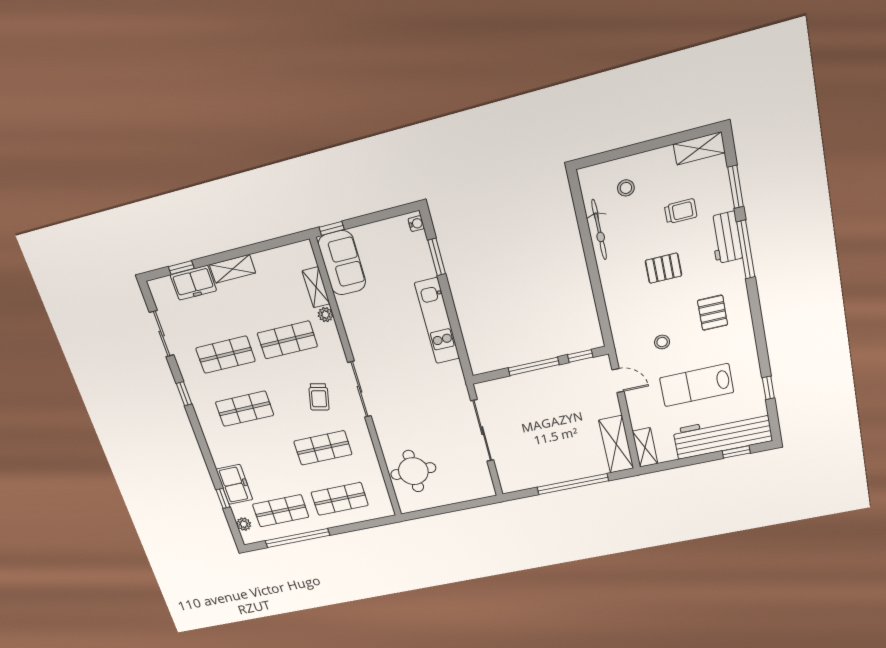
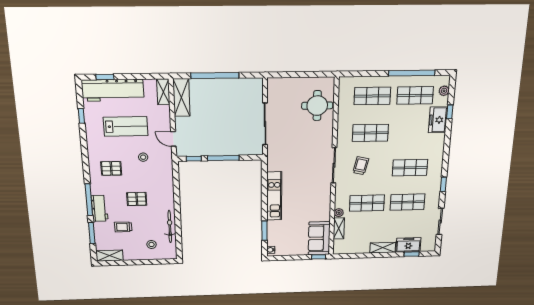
pallet: (713, 313) -> (111, 168), turned 90

